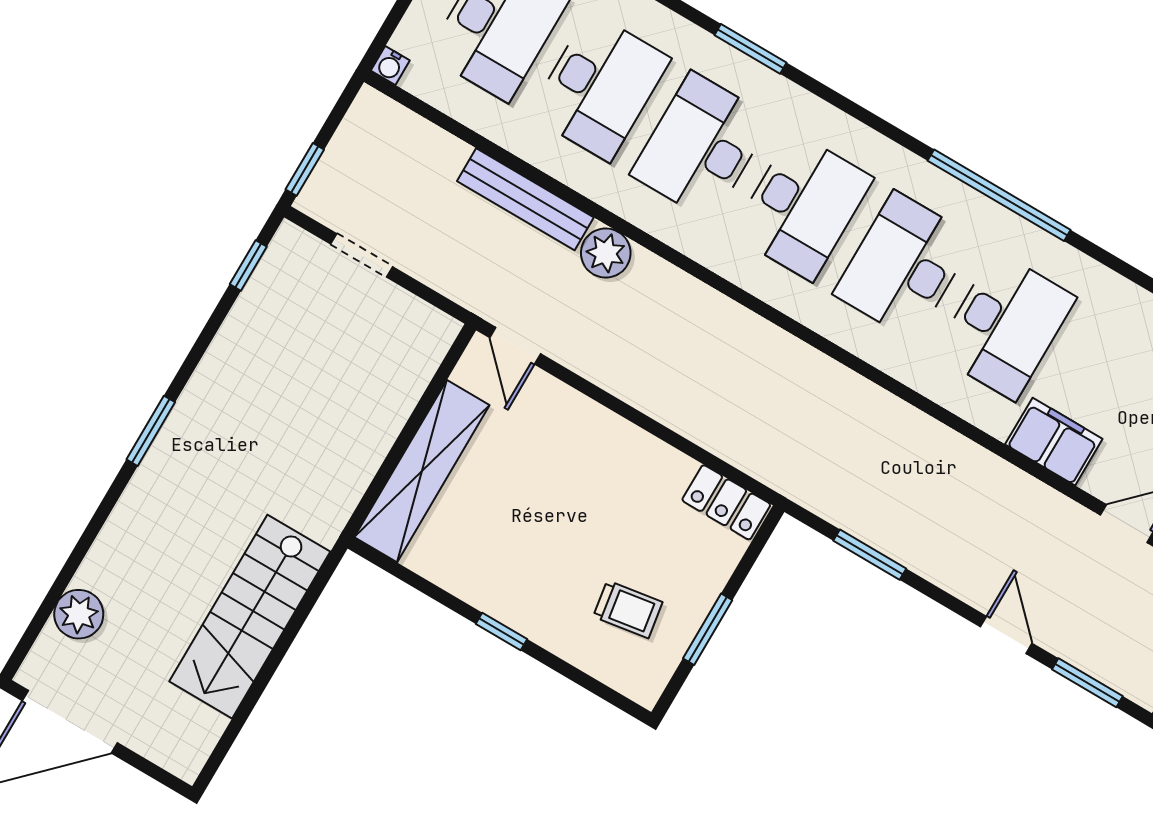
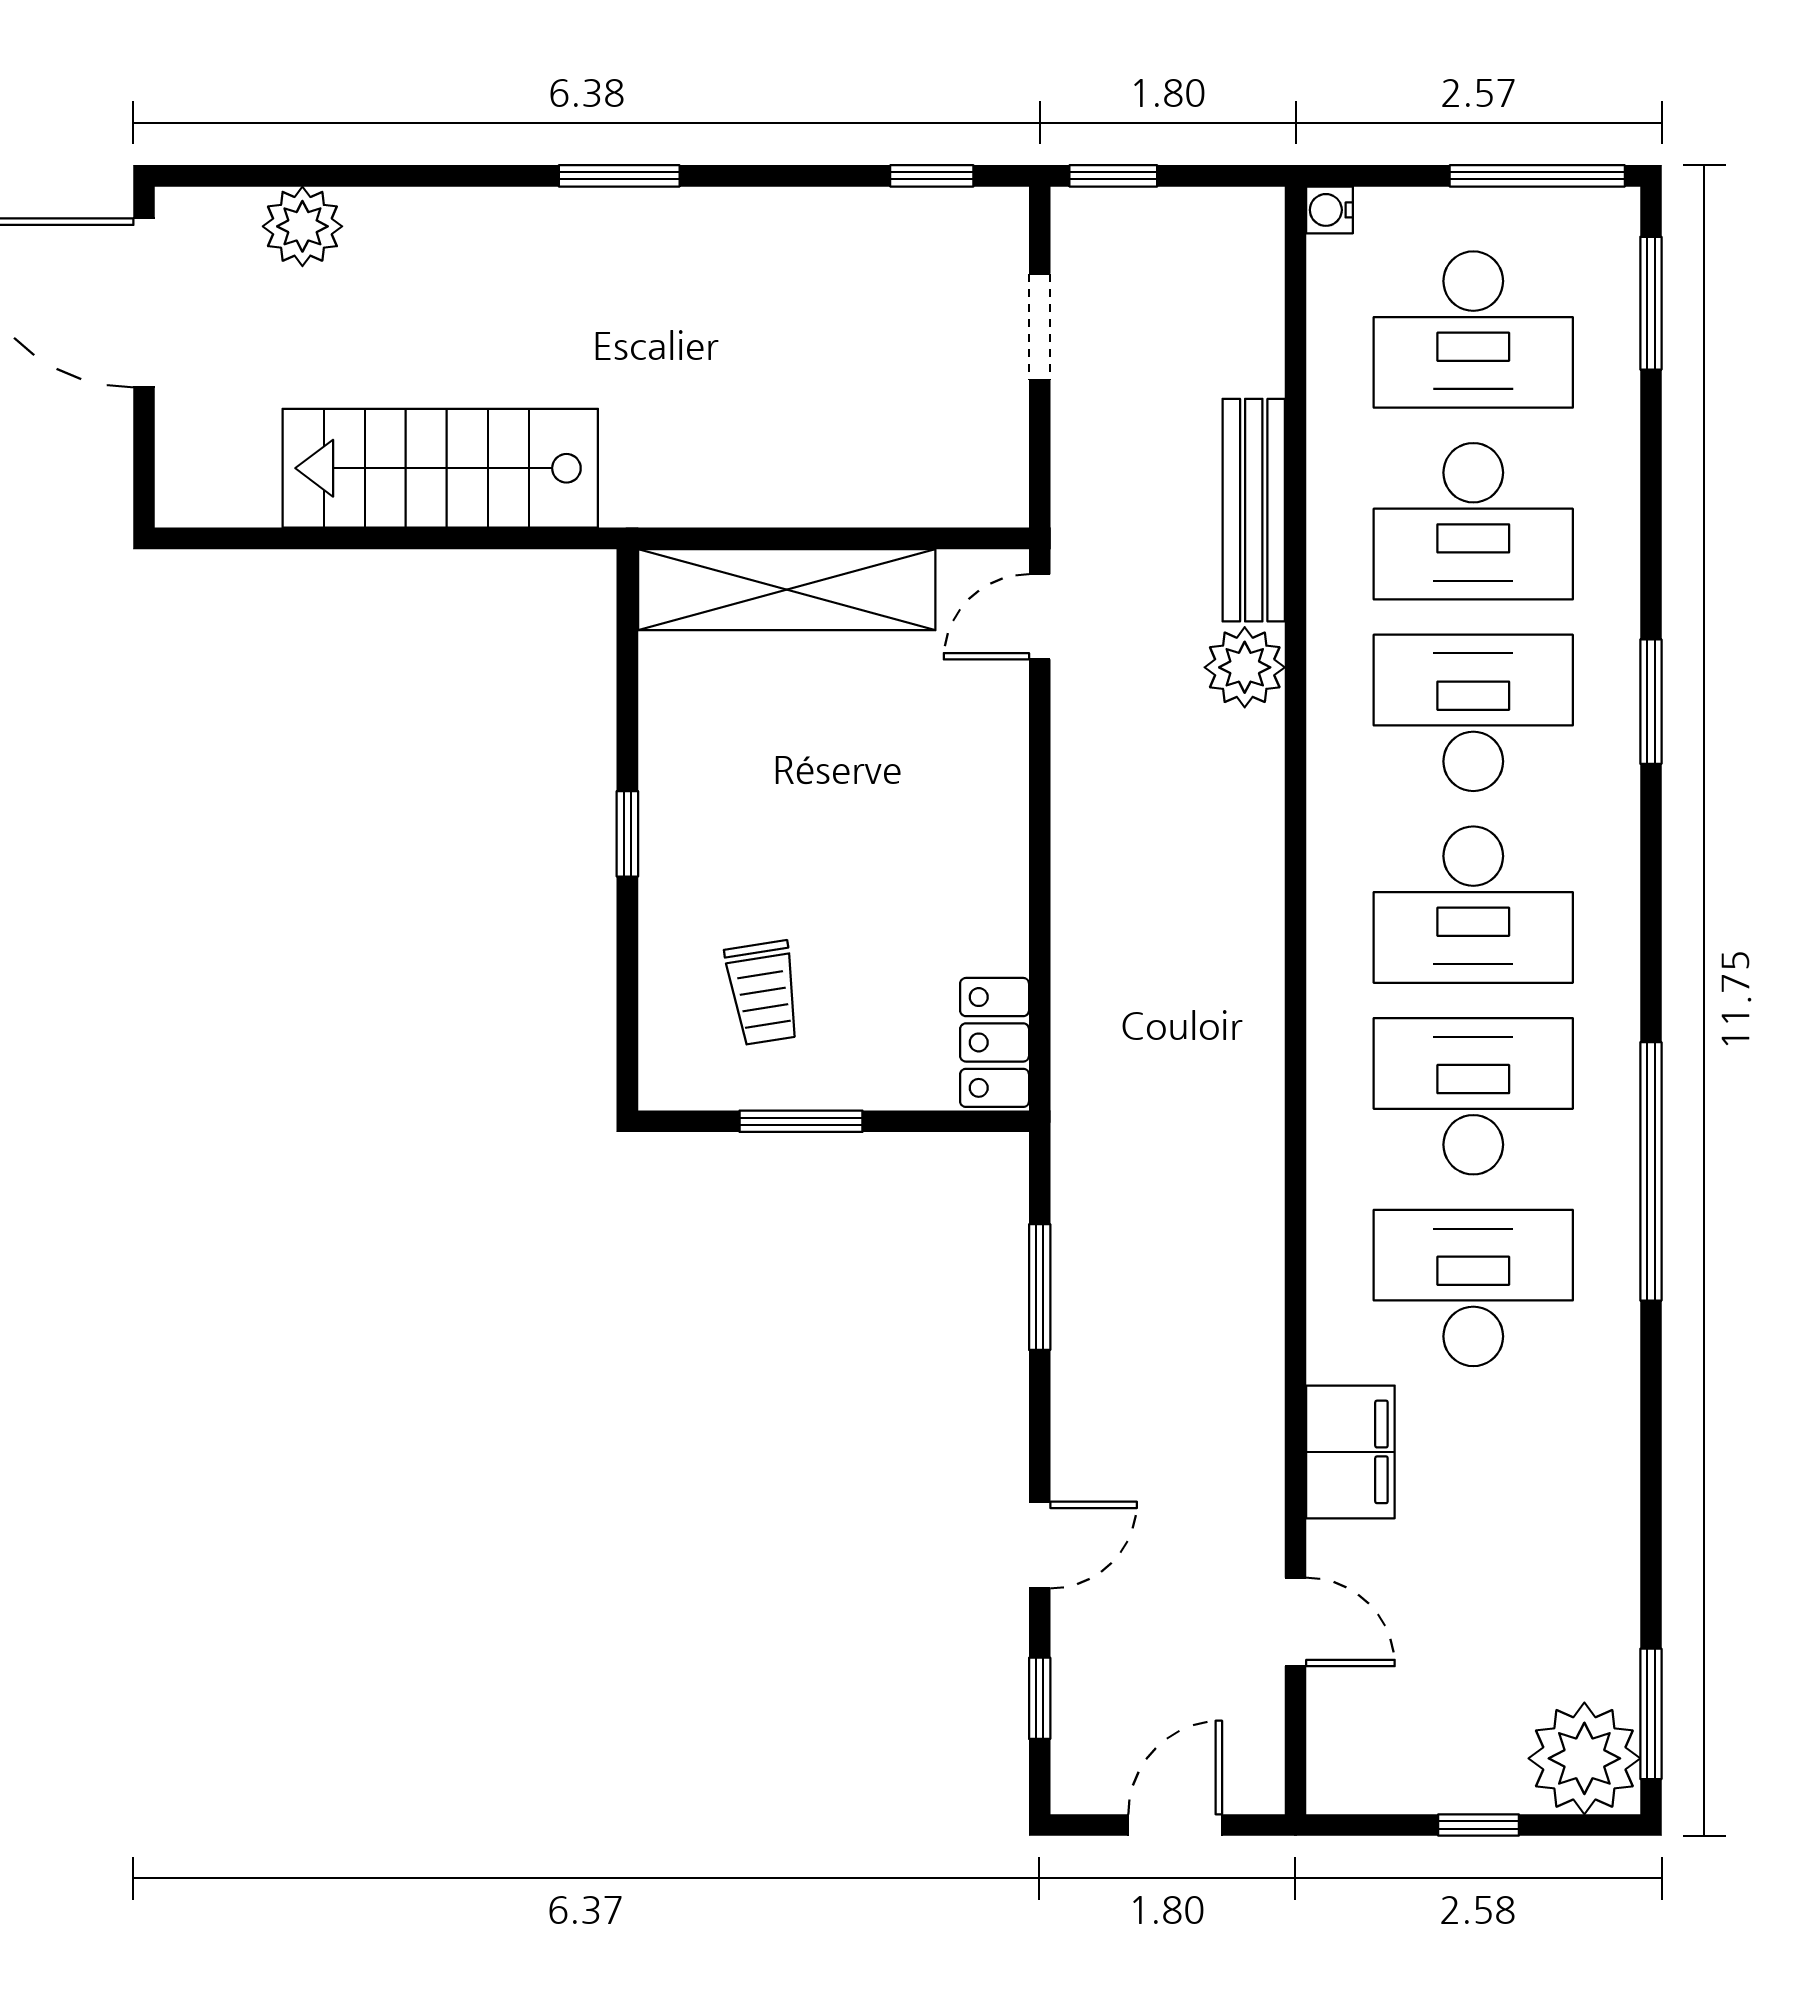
desk: (1005, 326) -> (1473, 1288), turned 180
window: (1087, 683) -> (1040, 1698), width x0.67

